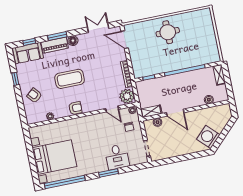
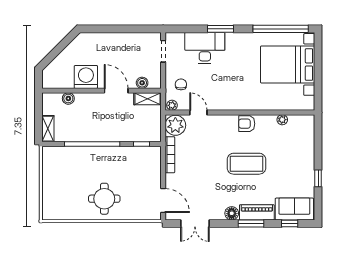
armchair: (34, 95) -> (297, 151), removed
washing machine: (208, 137) -> (86, 77), moved, turned -135
desk: (117, 157) -> (205, 48), width x1.37

